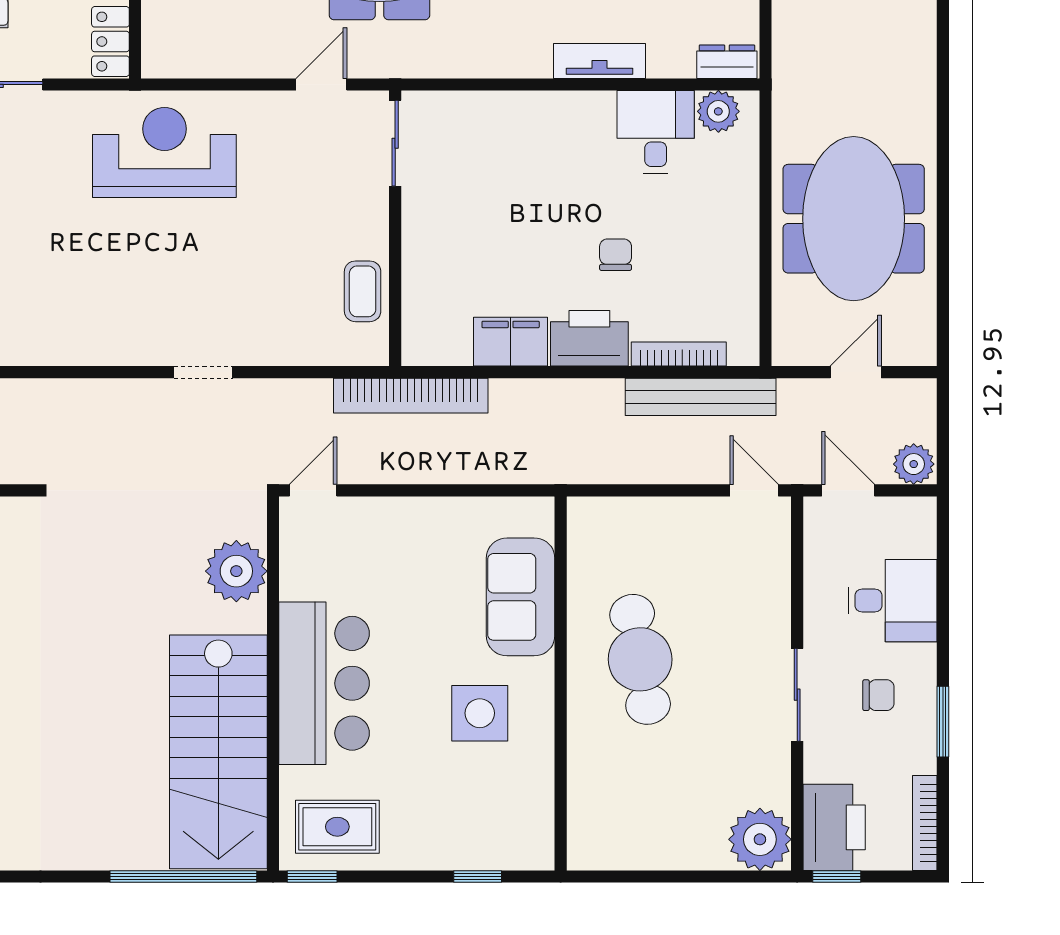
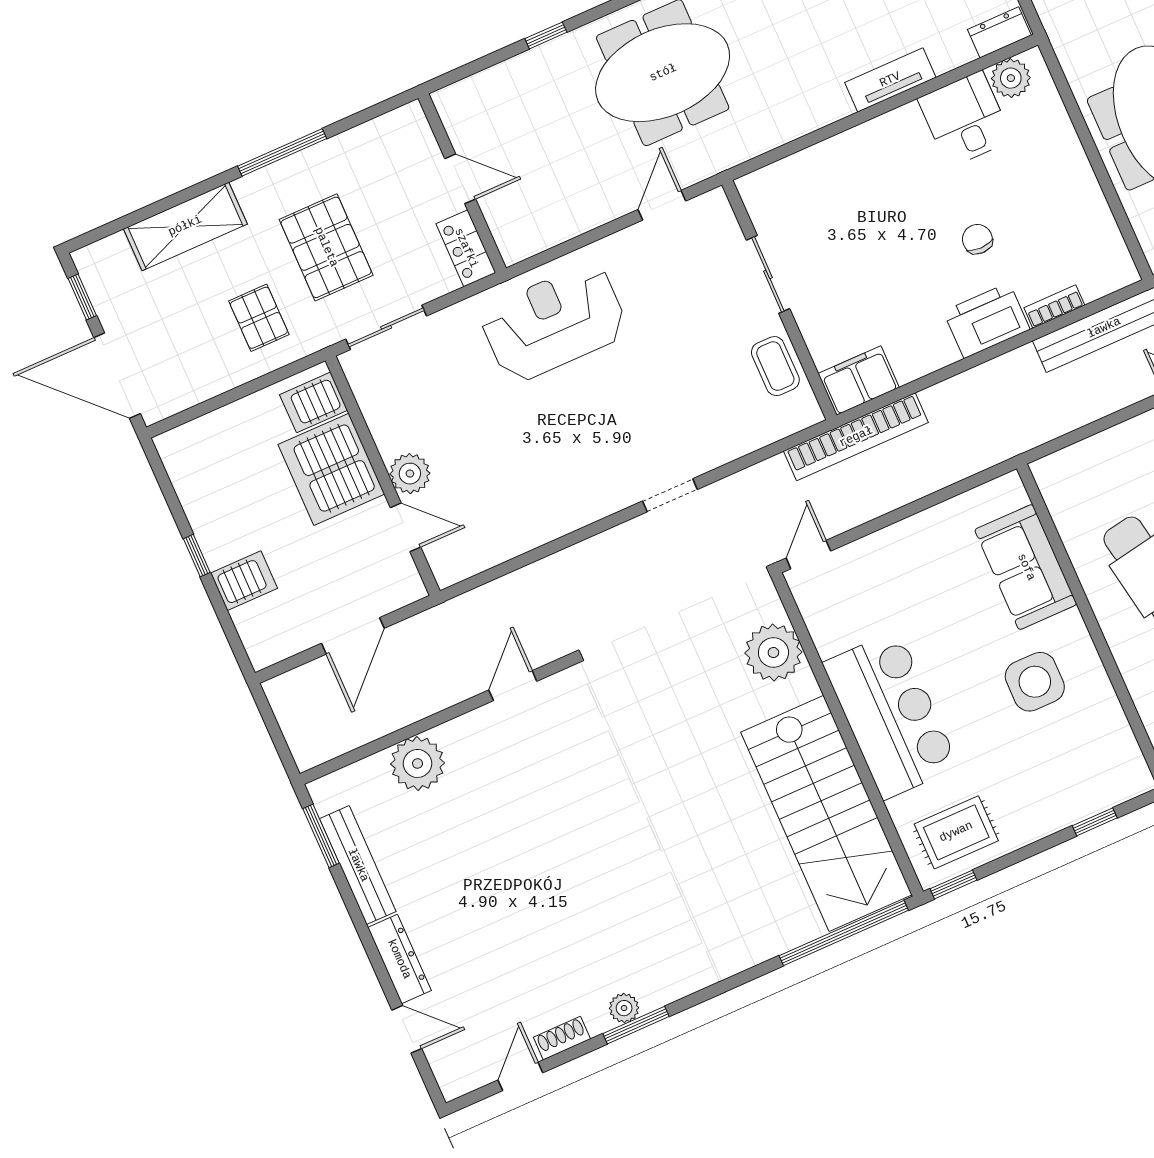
sliding door: (395, 143) -> (768, 274), moved
filing cabinet: (511, 342) -> (859, 381), moved
bookcase: (679, 354) -> (1054, 307), width x0.64

